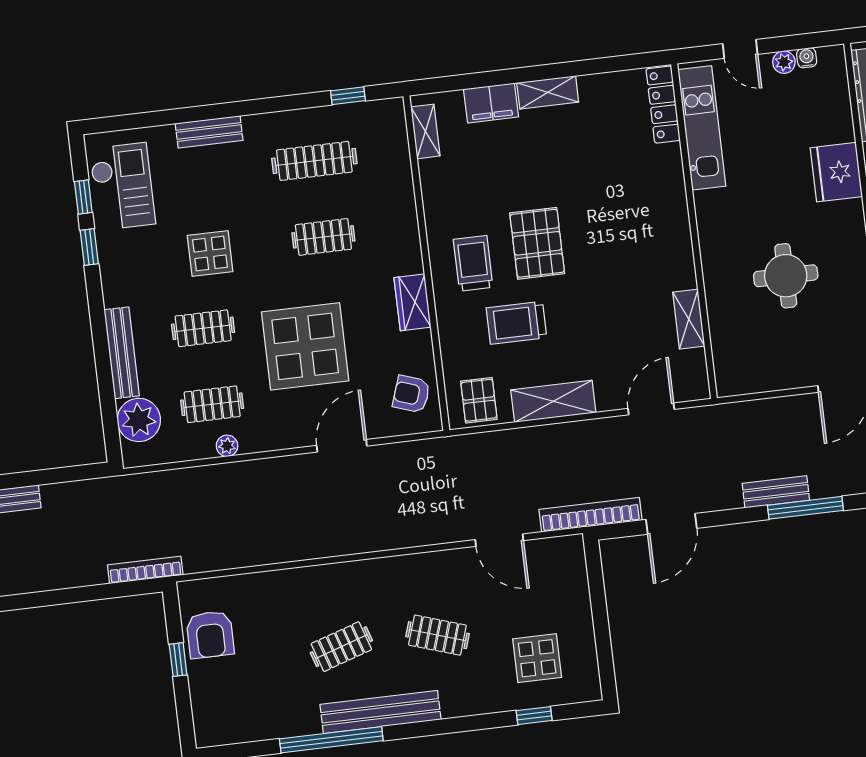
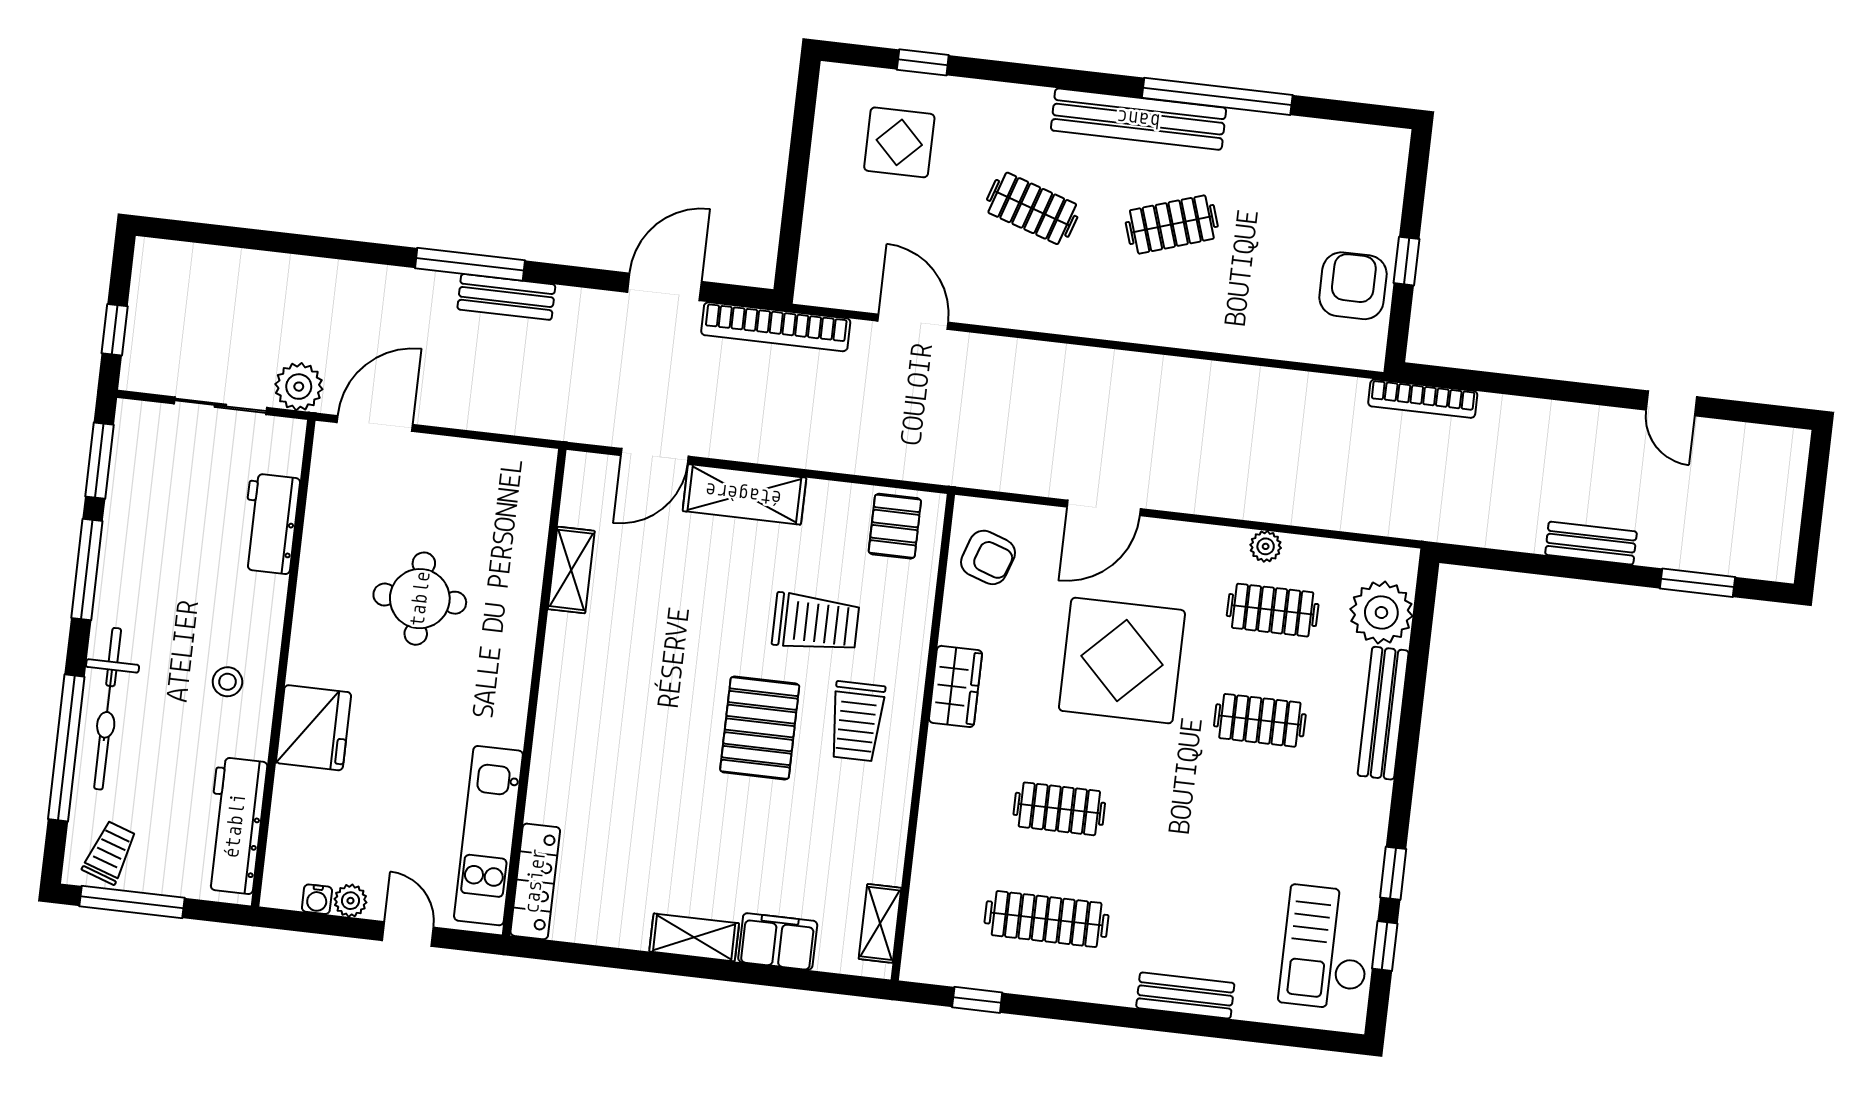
display table: (210, 254) -> (1225, 824), removed
shelving: (553, 401) -> (744, 494), moved

